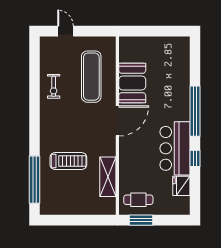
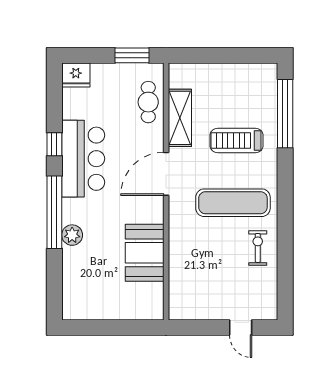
exercise mat: (91, 77) -> (233, 203), moved, turned 90
plant: (183, 95) -> (72, 235), added
door: (117, 121) -> (166, 174), moved
fridge: (181, 186) -> (76, 75), moved, turned 90
cafe table: (138, 200) -> (148, 102), moved, turned 90

